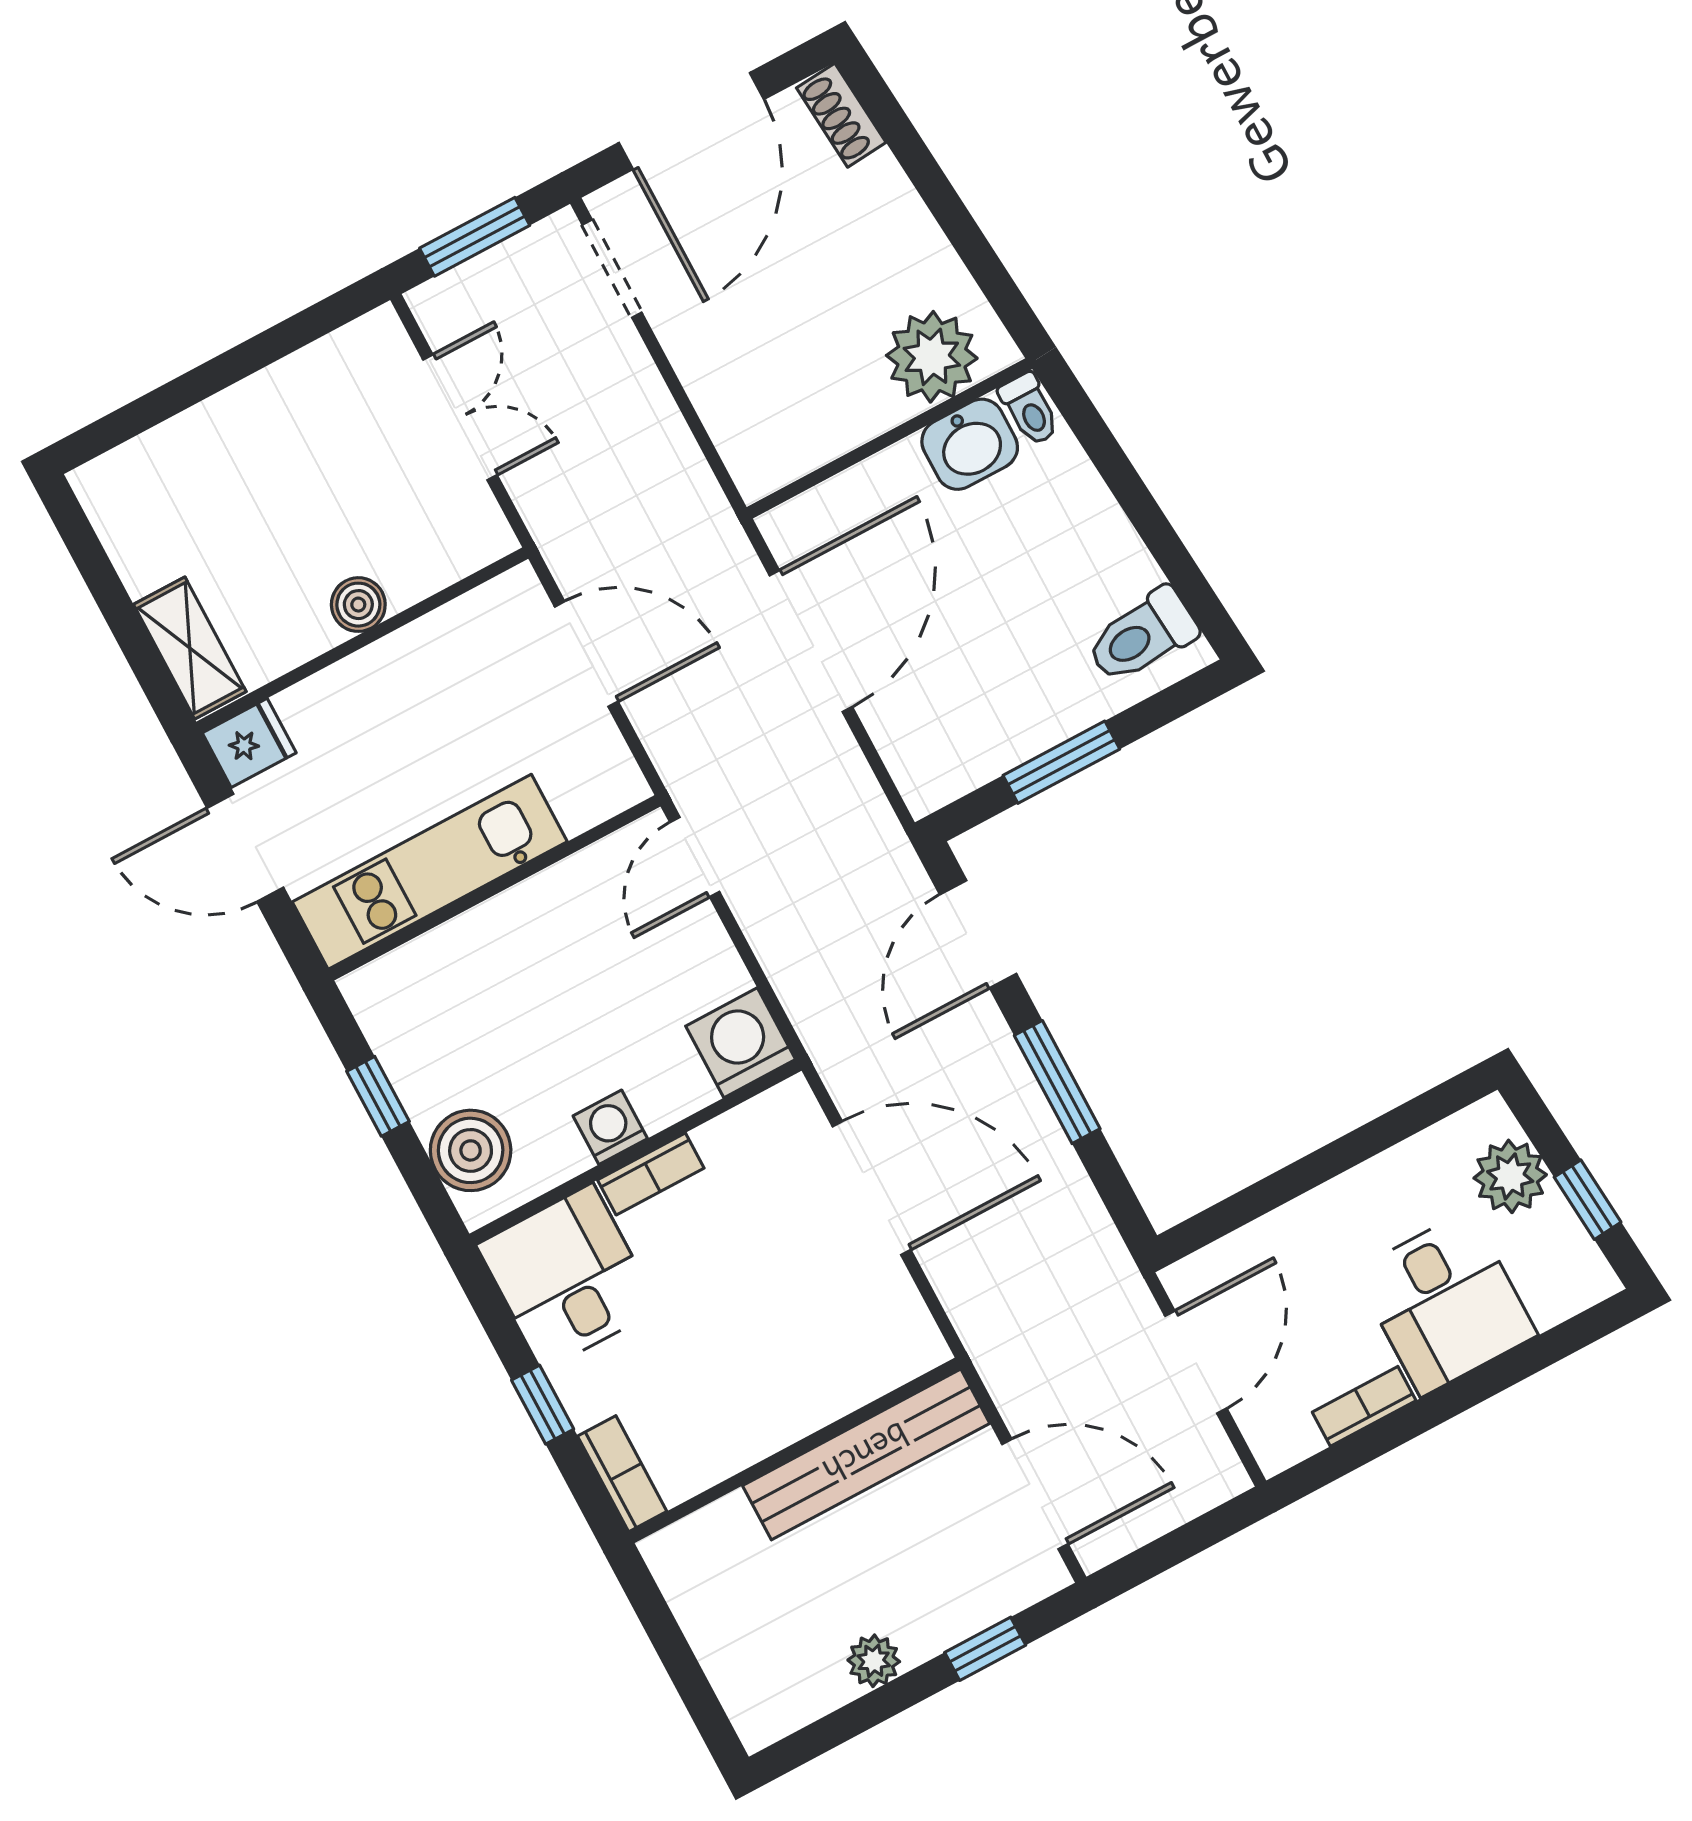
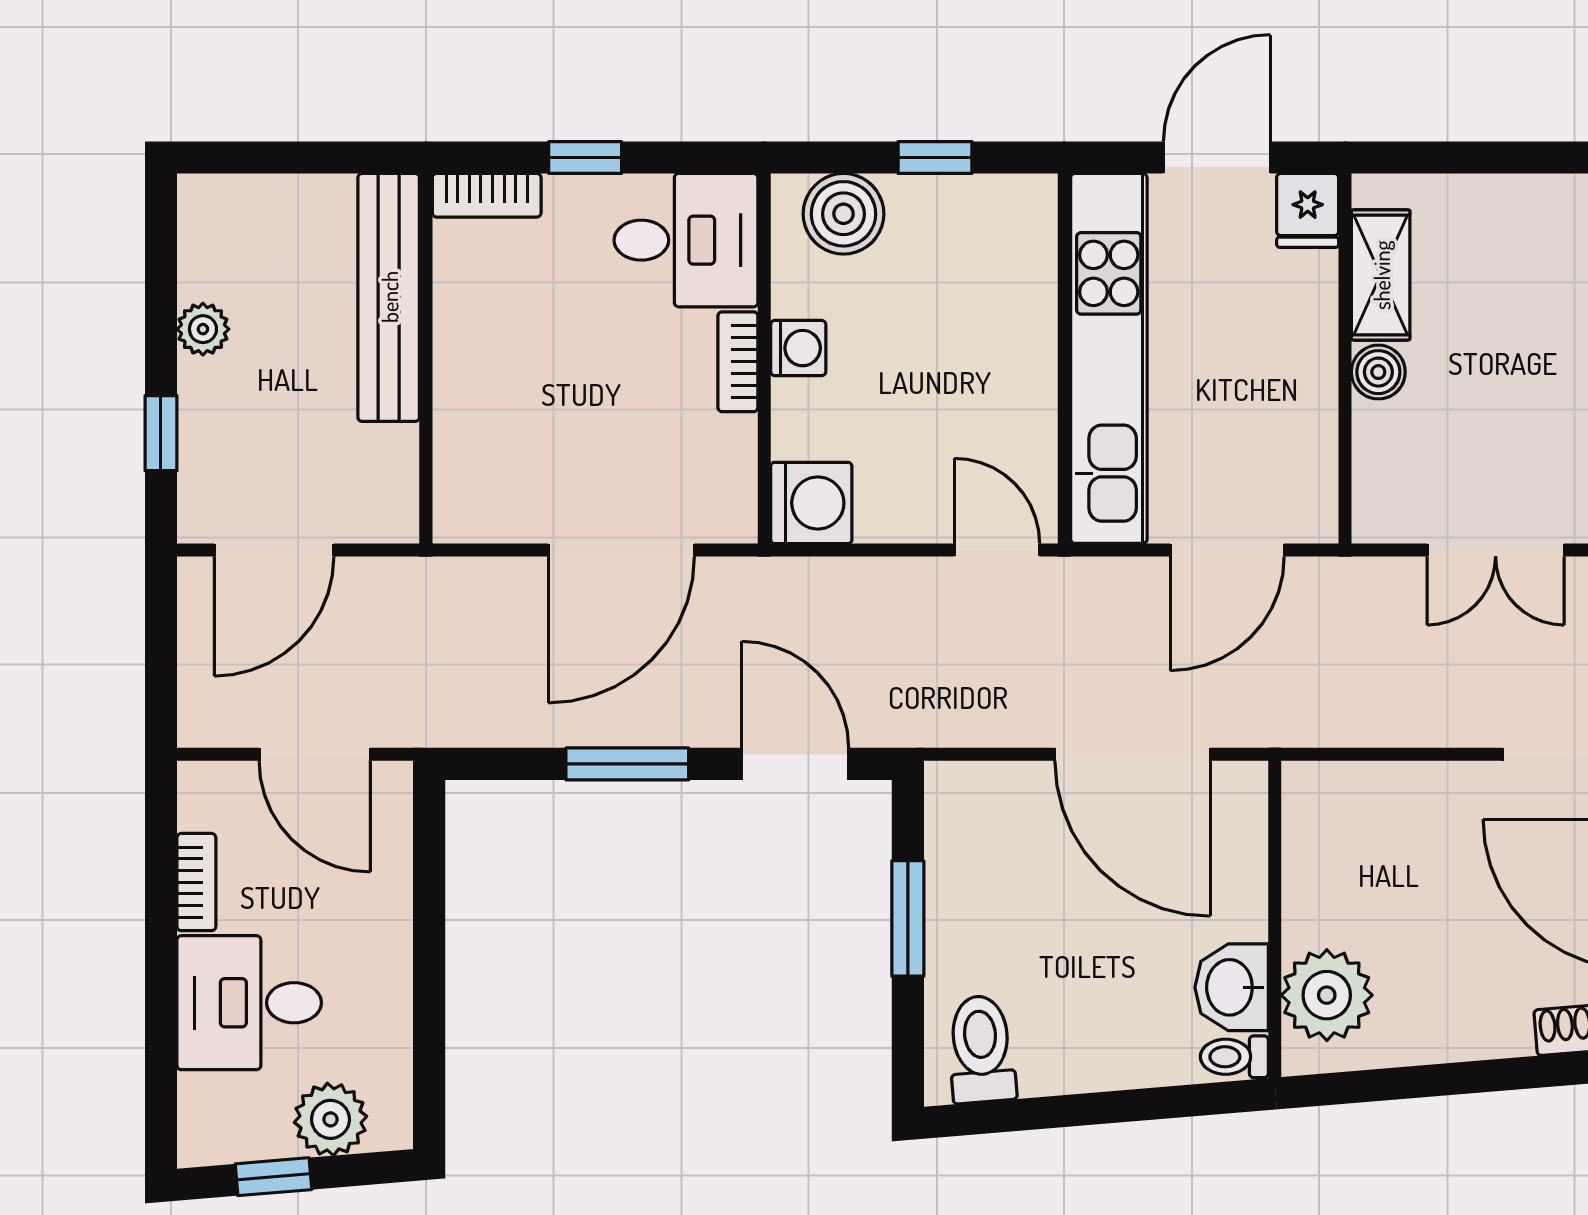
shelving: (190, 648) -> (1381, 275), moved, turned 90
kitchen unit: (430, 872) -> (1109, 358), width x1.36
bench: (866, 1454) -> (389, 297), moved

